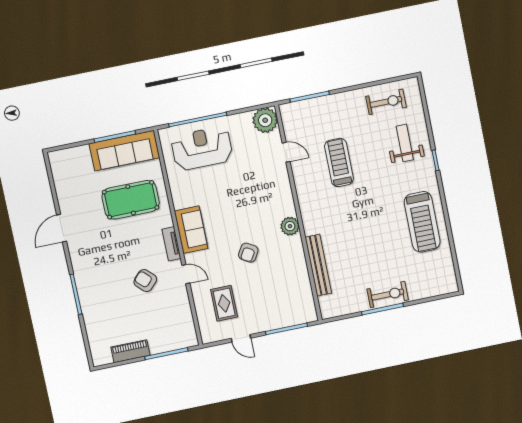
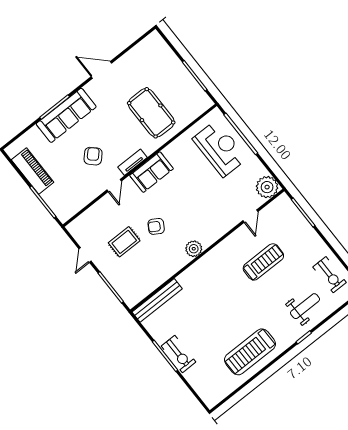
sofa: (124, 151) -> (66, 115), moved, turned -90
bench: (318, 265) -> (157, 300), moved
rug: (224, 303) -> (124, 242), moved
piano: (130, 351) -> (33, 171), width x1.37, depth x1.33

